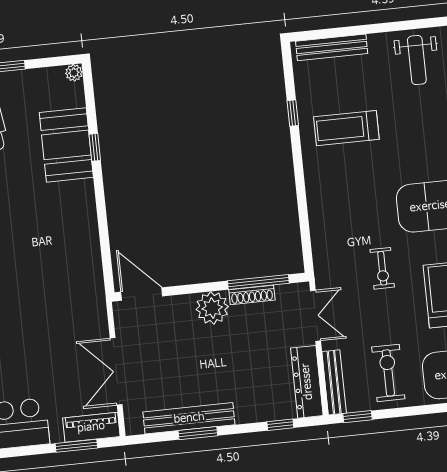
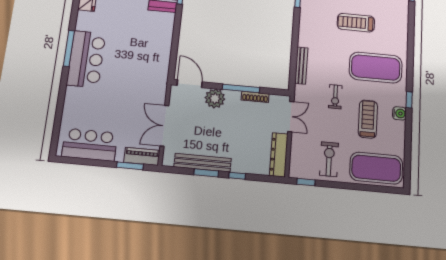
treadmill: (346, 128) -> (356, 23), moved
window: (258, 282) -> (241, 88), moved
plant: (212, 308) -> (215, 98), moved
bench: (334, 382) -> (301, 65), moved
window: (280, 425) -> (237, 176), moved

